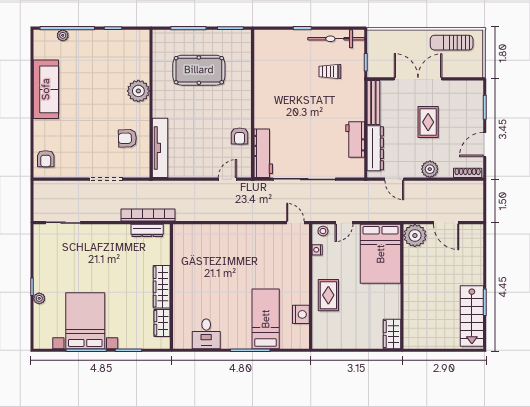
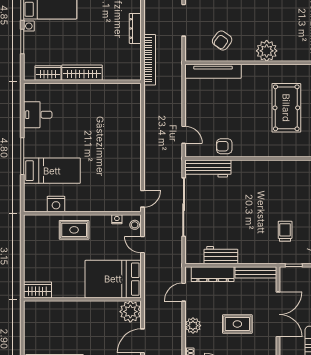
armchair: (127, 138) -> (222, 40), turned -142
dresser: (147, 230) -> (135, 28), moved

